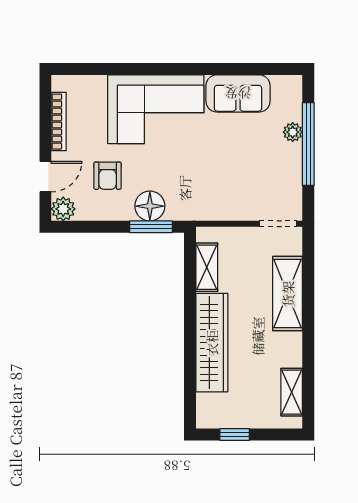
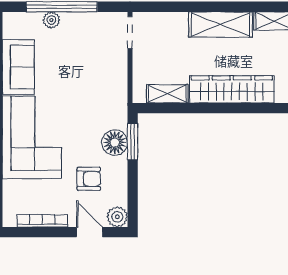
shelving: (288, 294) -> (221, 24), moved

